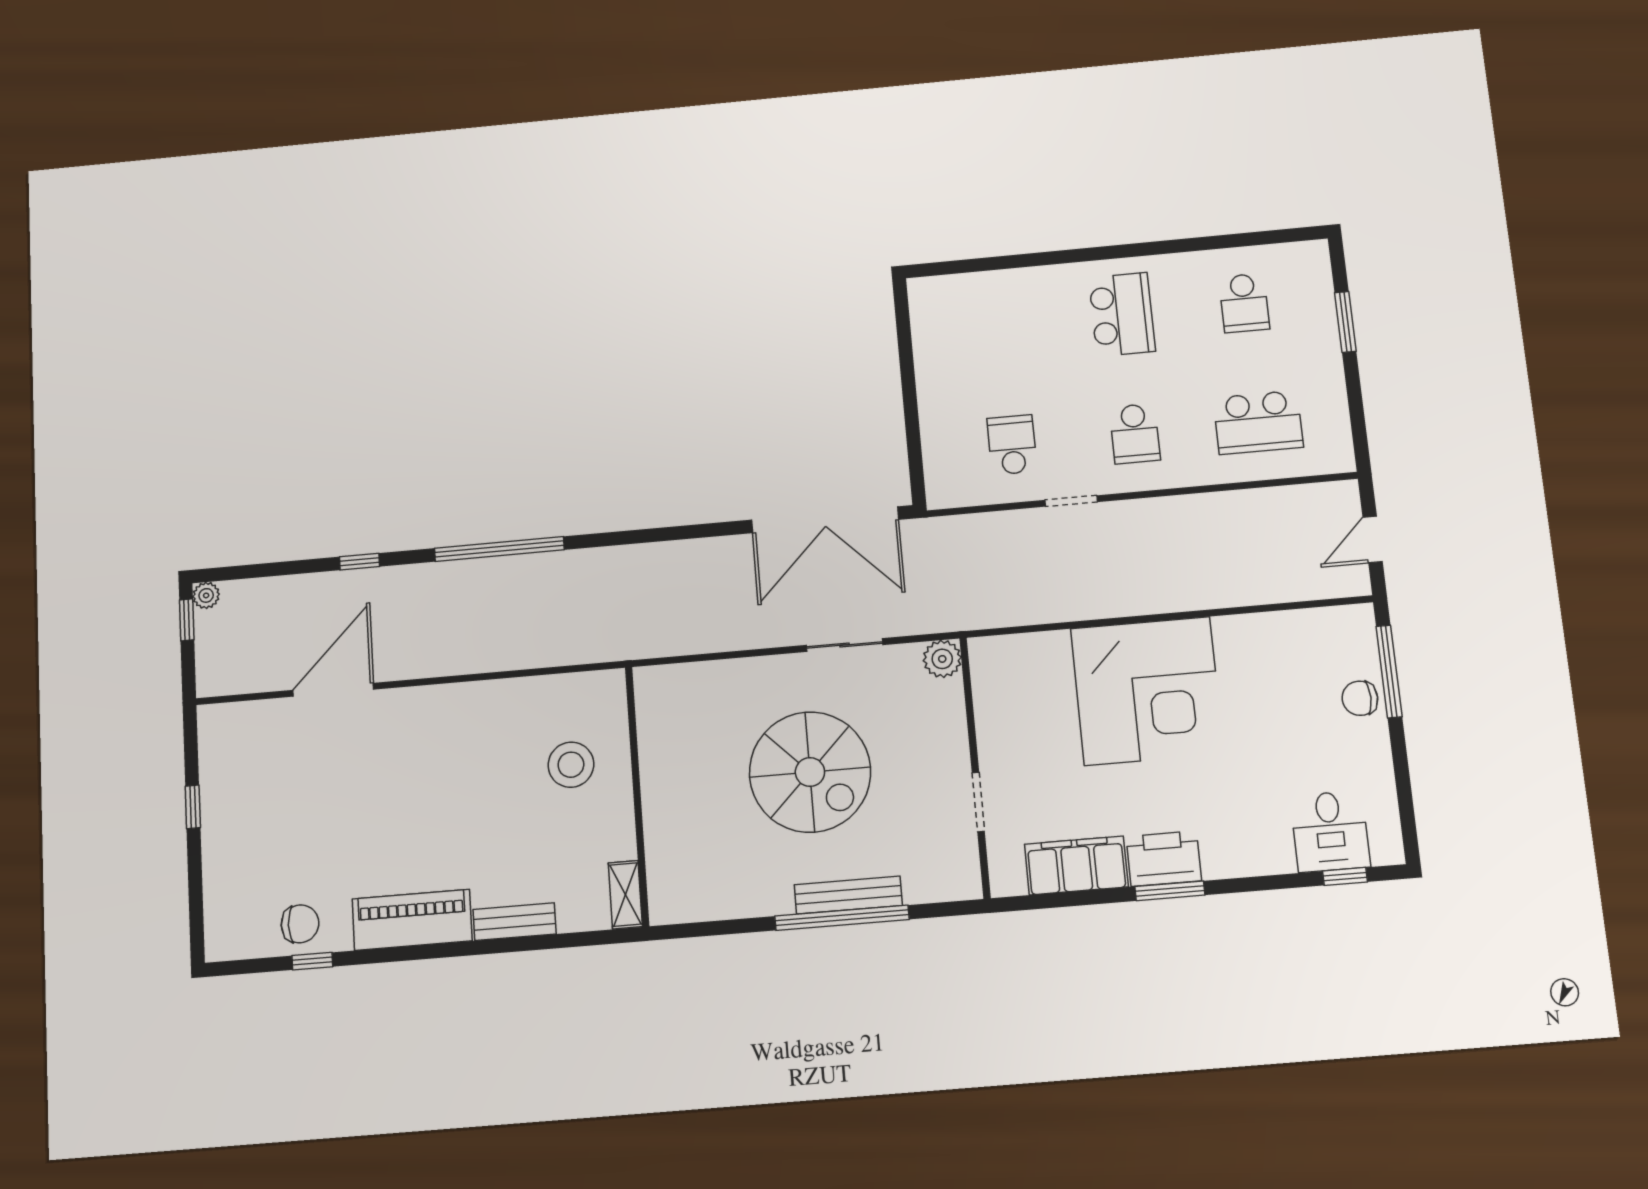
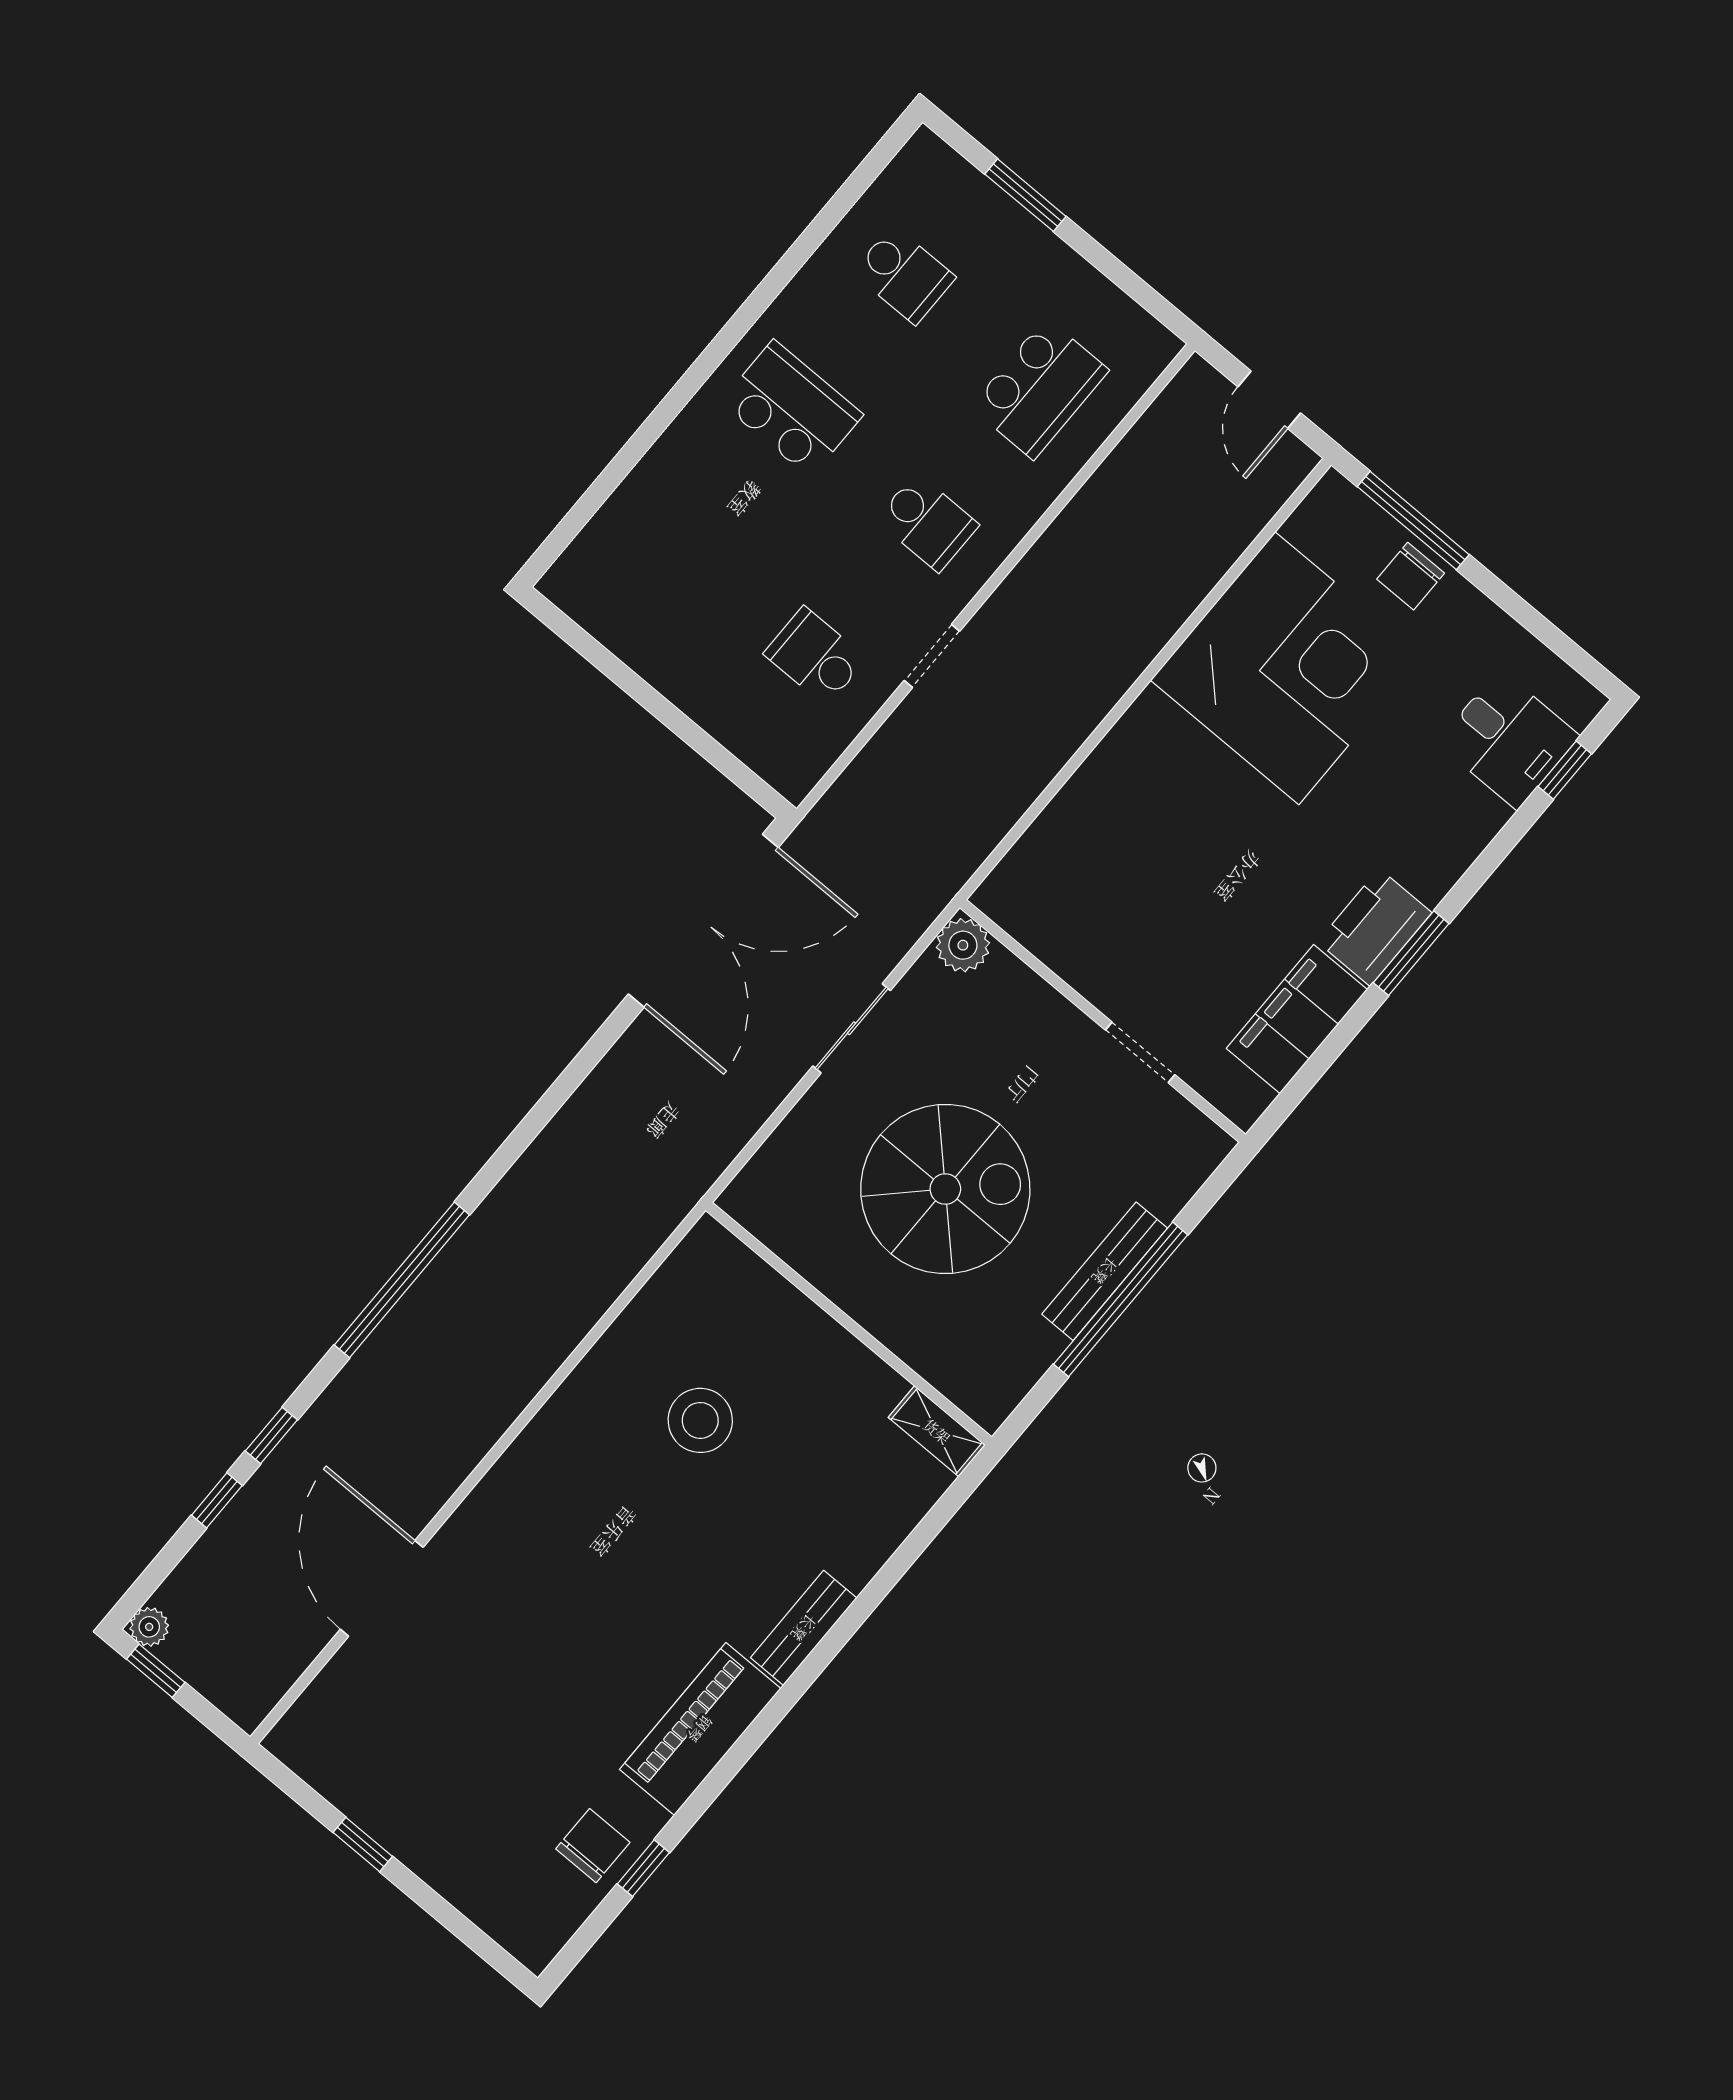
window: (301, 567) -> (217, 1500), added
corner desk: (1147, 691) -> (1287, 668), moved
wall: (637, 796) -> (849, 1324), moved
shelving: (625, 895) -> (937, 1431), moved

